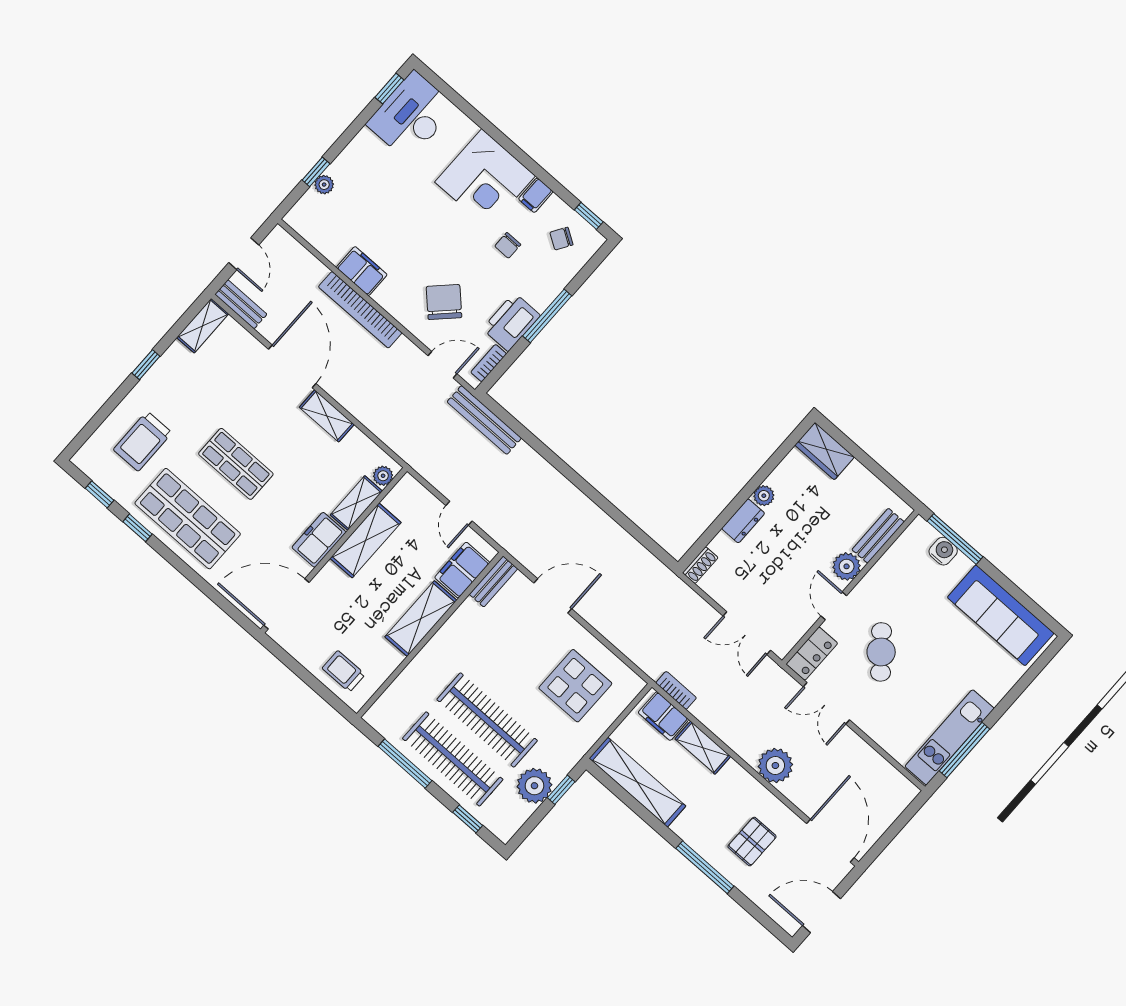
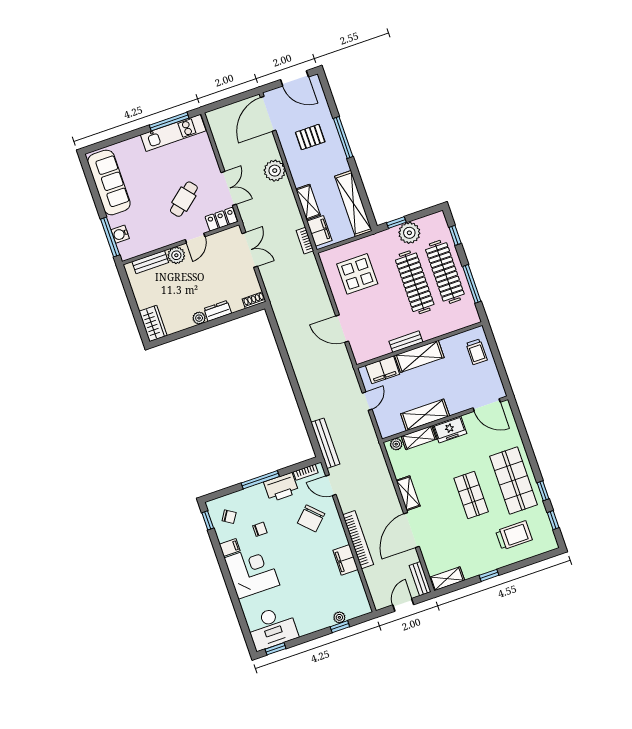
bench: (493, 581) -> (406, 342), moved
door: (286, 604) -> (487, 405), width x0.73

